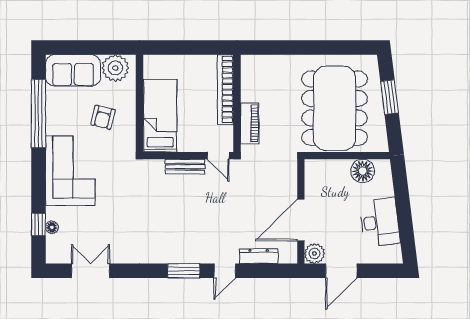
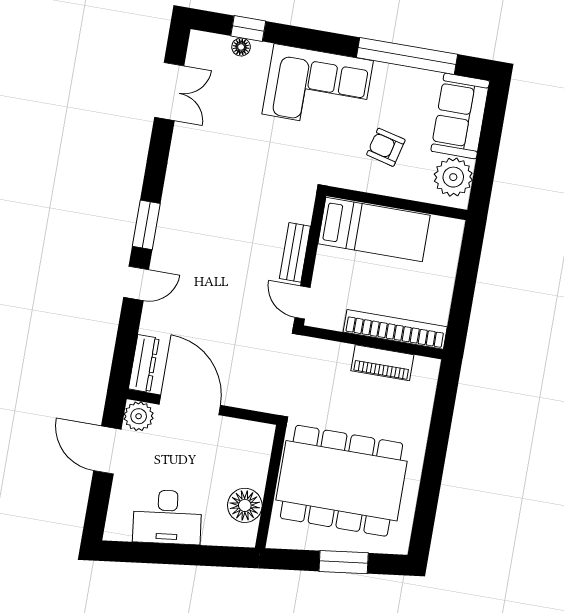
piano: (250, 123) -> (382, 363), moved
door: (218, 156) -> (303, 302), hinge flipped
dresser: (259, 256) -> (144, 363), moved
door: (225, 271) -> (136, 283), swing flipped

